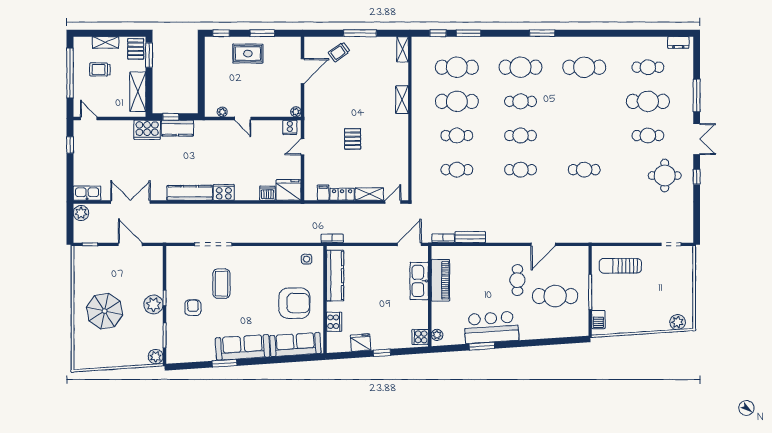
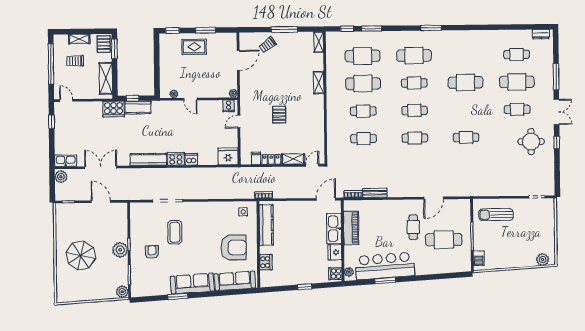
cafe table: (584, 67) -> (466, 82), moved
dishwasher: (267, 193) -> (191, 159), moved
bar counter: (491, 327) -> (385, 266), width x1.36
fridge: (361, 343) -> (335, 252), moved, turned -86

